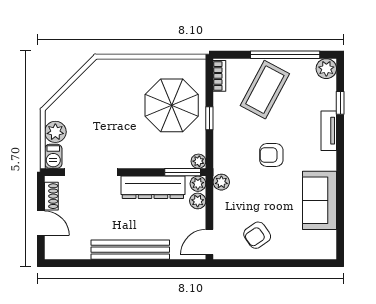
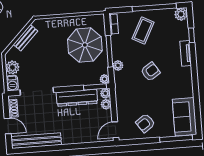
bench: (79, 87) -> (25, 38), added
coffee table: (265, 90) -> (143, 30), width x0.73, depth x0.76
window: (209, 118) -> (109, 51), width x2.17
armchair: (271, 155) -> (150, 72), turned 147
plant: (221, 182) -> (118, 65), moved
sofa: (319, 200) -> (185, 117), moved
bench: (130, 250) -> (36, 141), moved
window: (304, 263) -> (176, 139), added

